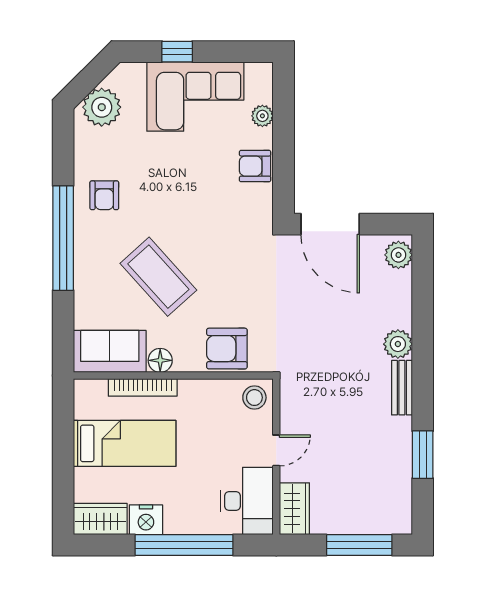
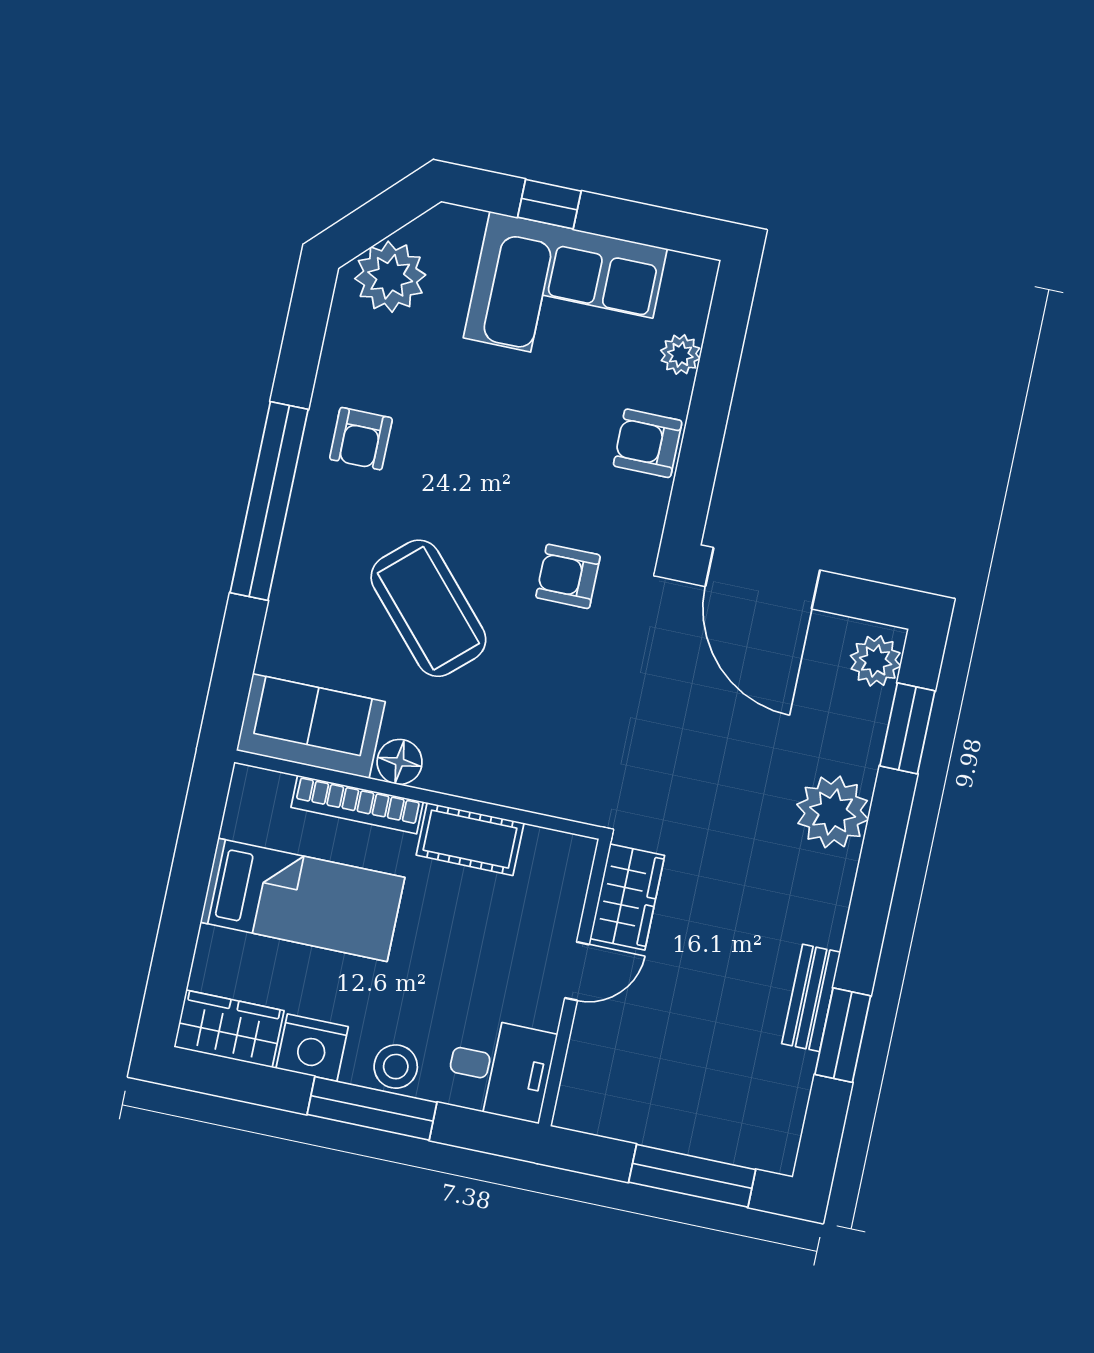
window: (423, 287) -> (907, 728), added
plant: (398, 344) -> (833, 812), width x1.36, depth x1.36
armchair: (227, 349) -> (568, 576), moved, width x0.72, depth x0.72
bench: (402, 388) -> (811, 998), moved
cot: (206, 393) -> (470, 839), added
stool: (254, 398) -> (396, 1067), moved
desk: (247, 501) -> (500, 1069), width x0.73
wardrobe: (294, 509) -> (627, 897), moved
window: (184, 545) -> (372, 1108), width x0.68

